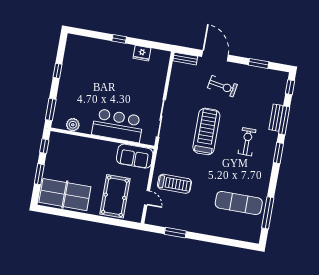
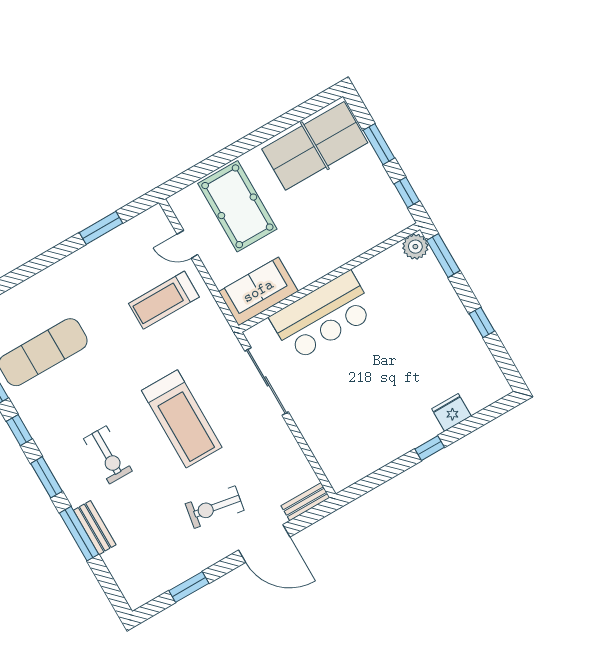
fridge: (142, 53) -> (451, 412), moved
window: (290, 87) -> (19, 430), moved
plant: (73, 125) -> (415, 247), moved

